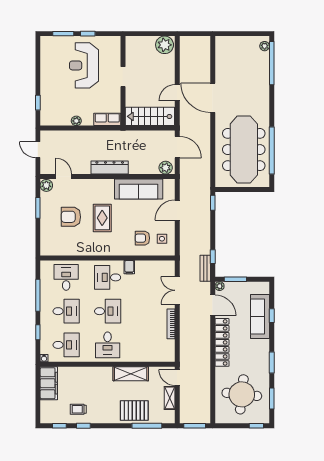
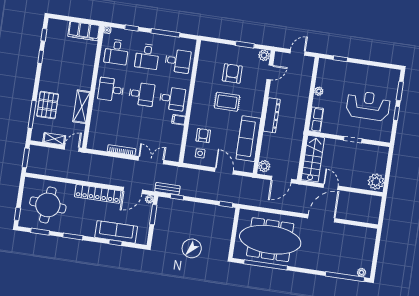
desk: (108, 277) -> (172, 99), turned 90
desk: (108, 311) -> (142, 94), turned -90
trolley: (78, 409) -> (56, 54), removed

